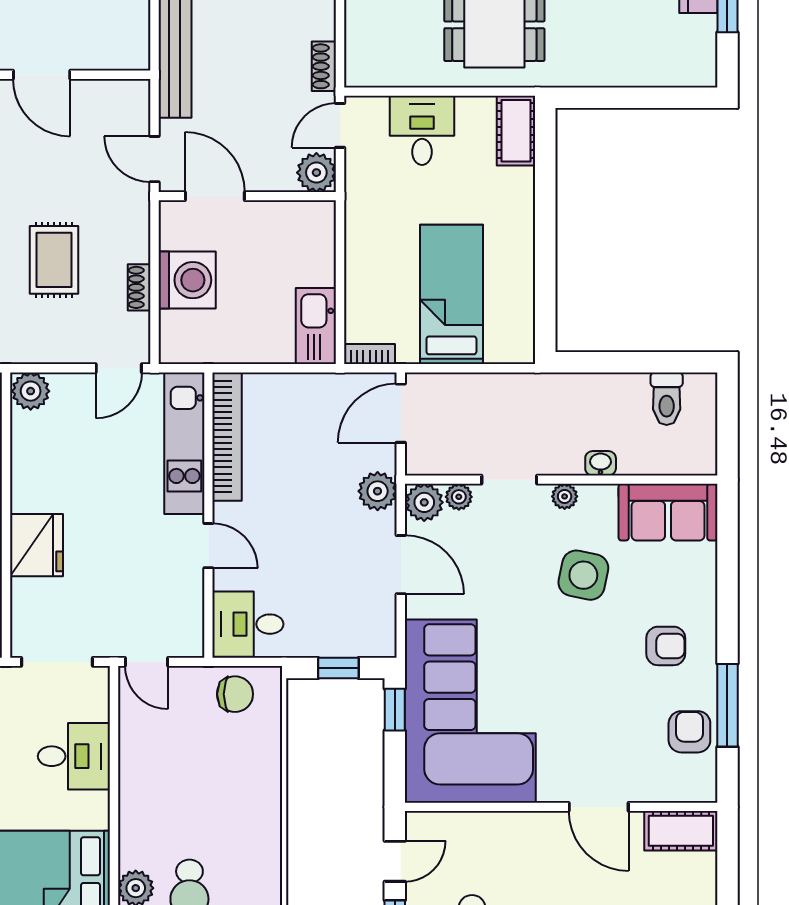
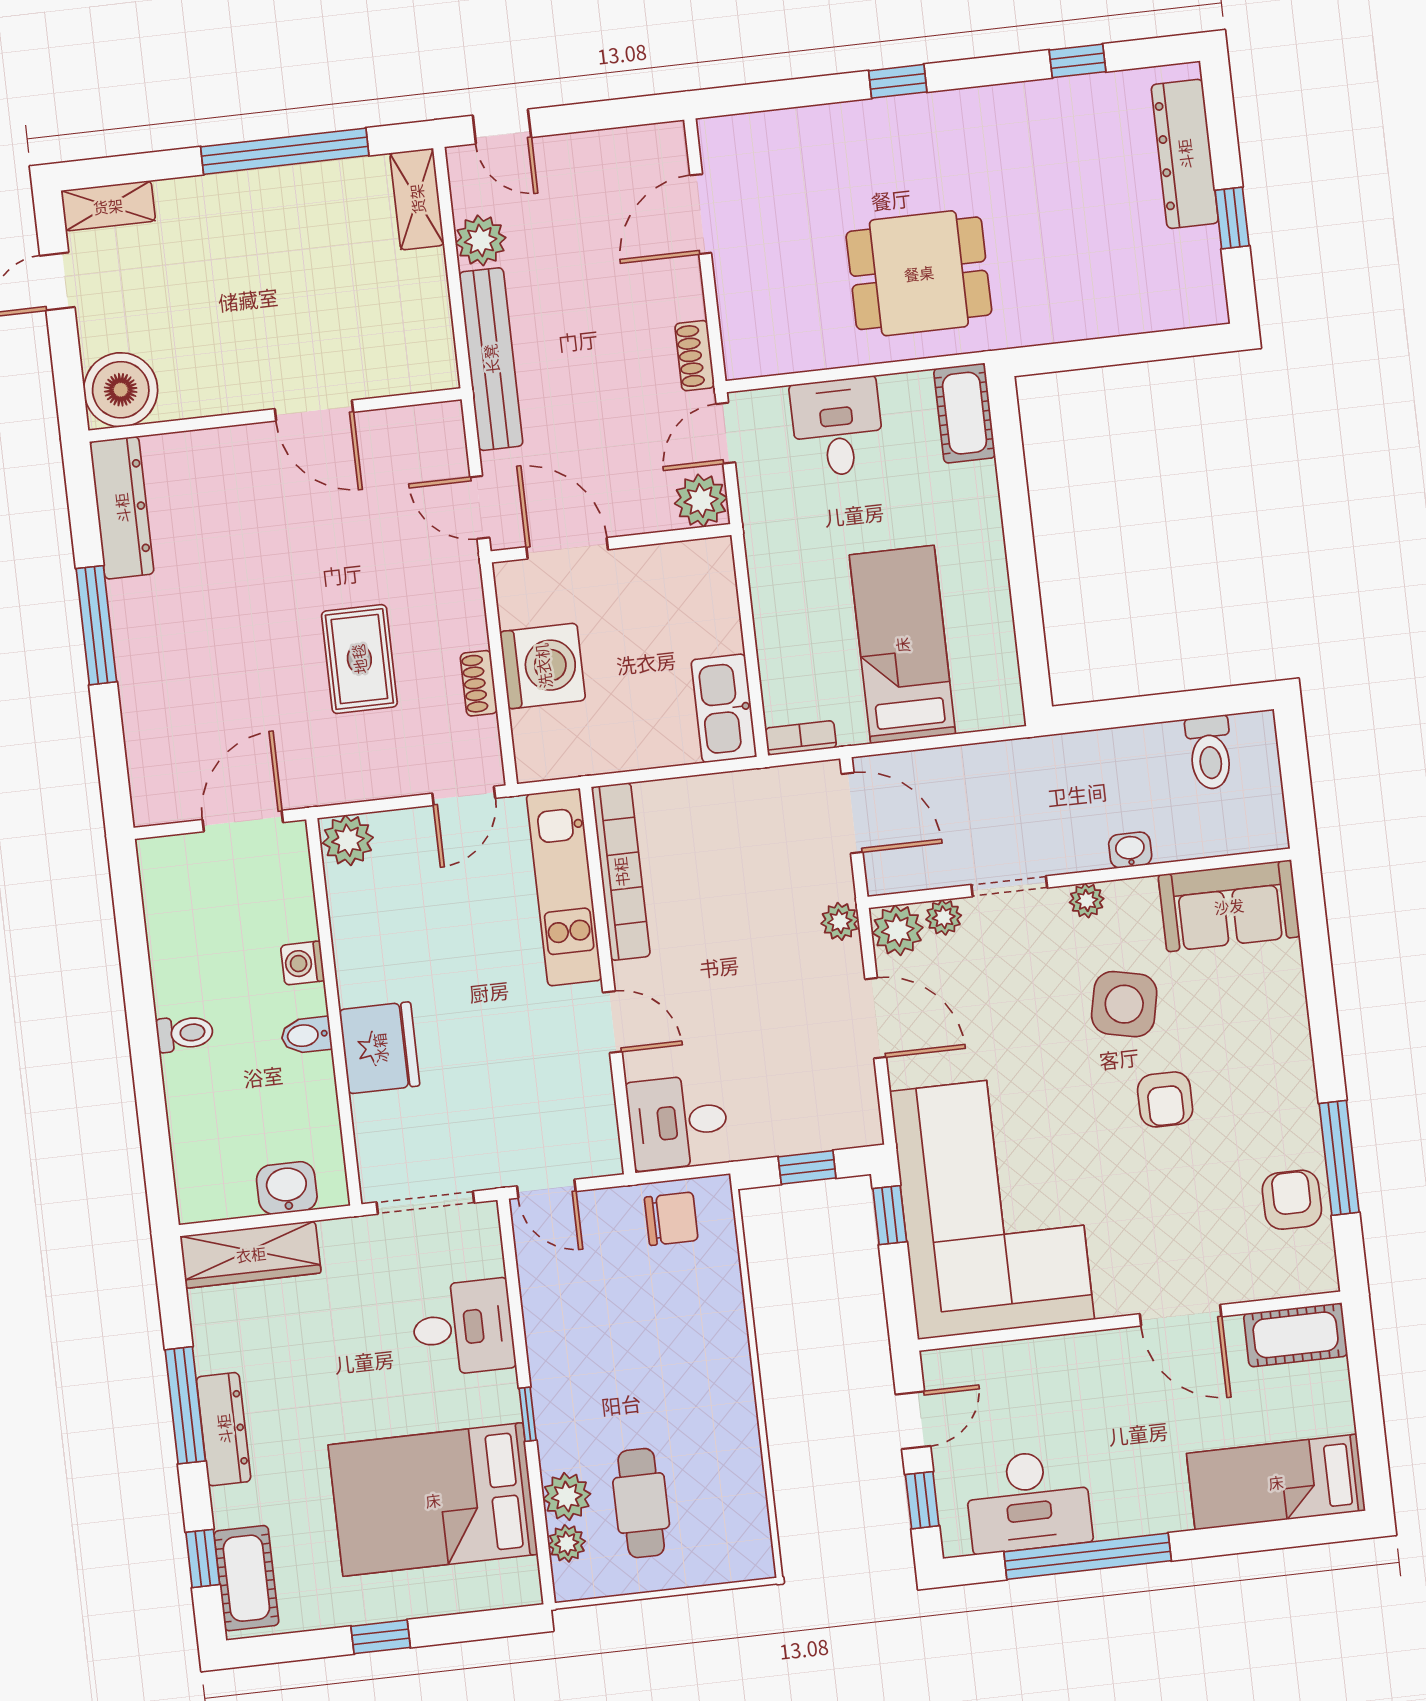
door: (401, 413) -> (852, 813), swing flipped
plant: (378, 491) -> (840, 921), width x0.73, depth x0.73
armchair: (666, 646) -> (1165, 1099), moved, turned 90
window: (114, 825) -> (528, 1414), added

